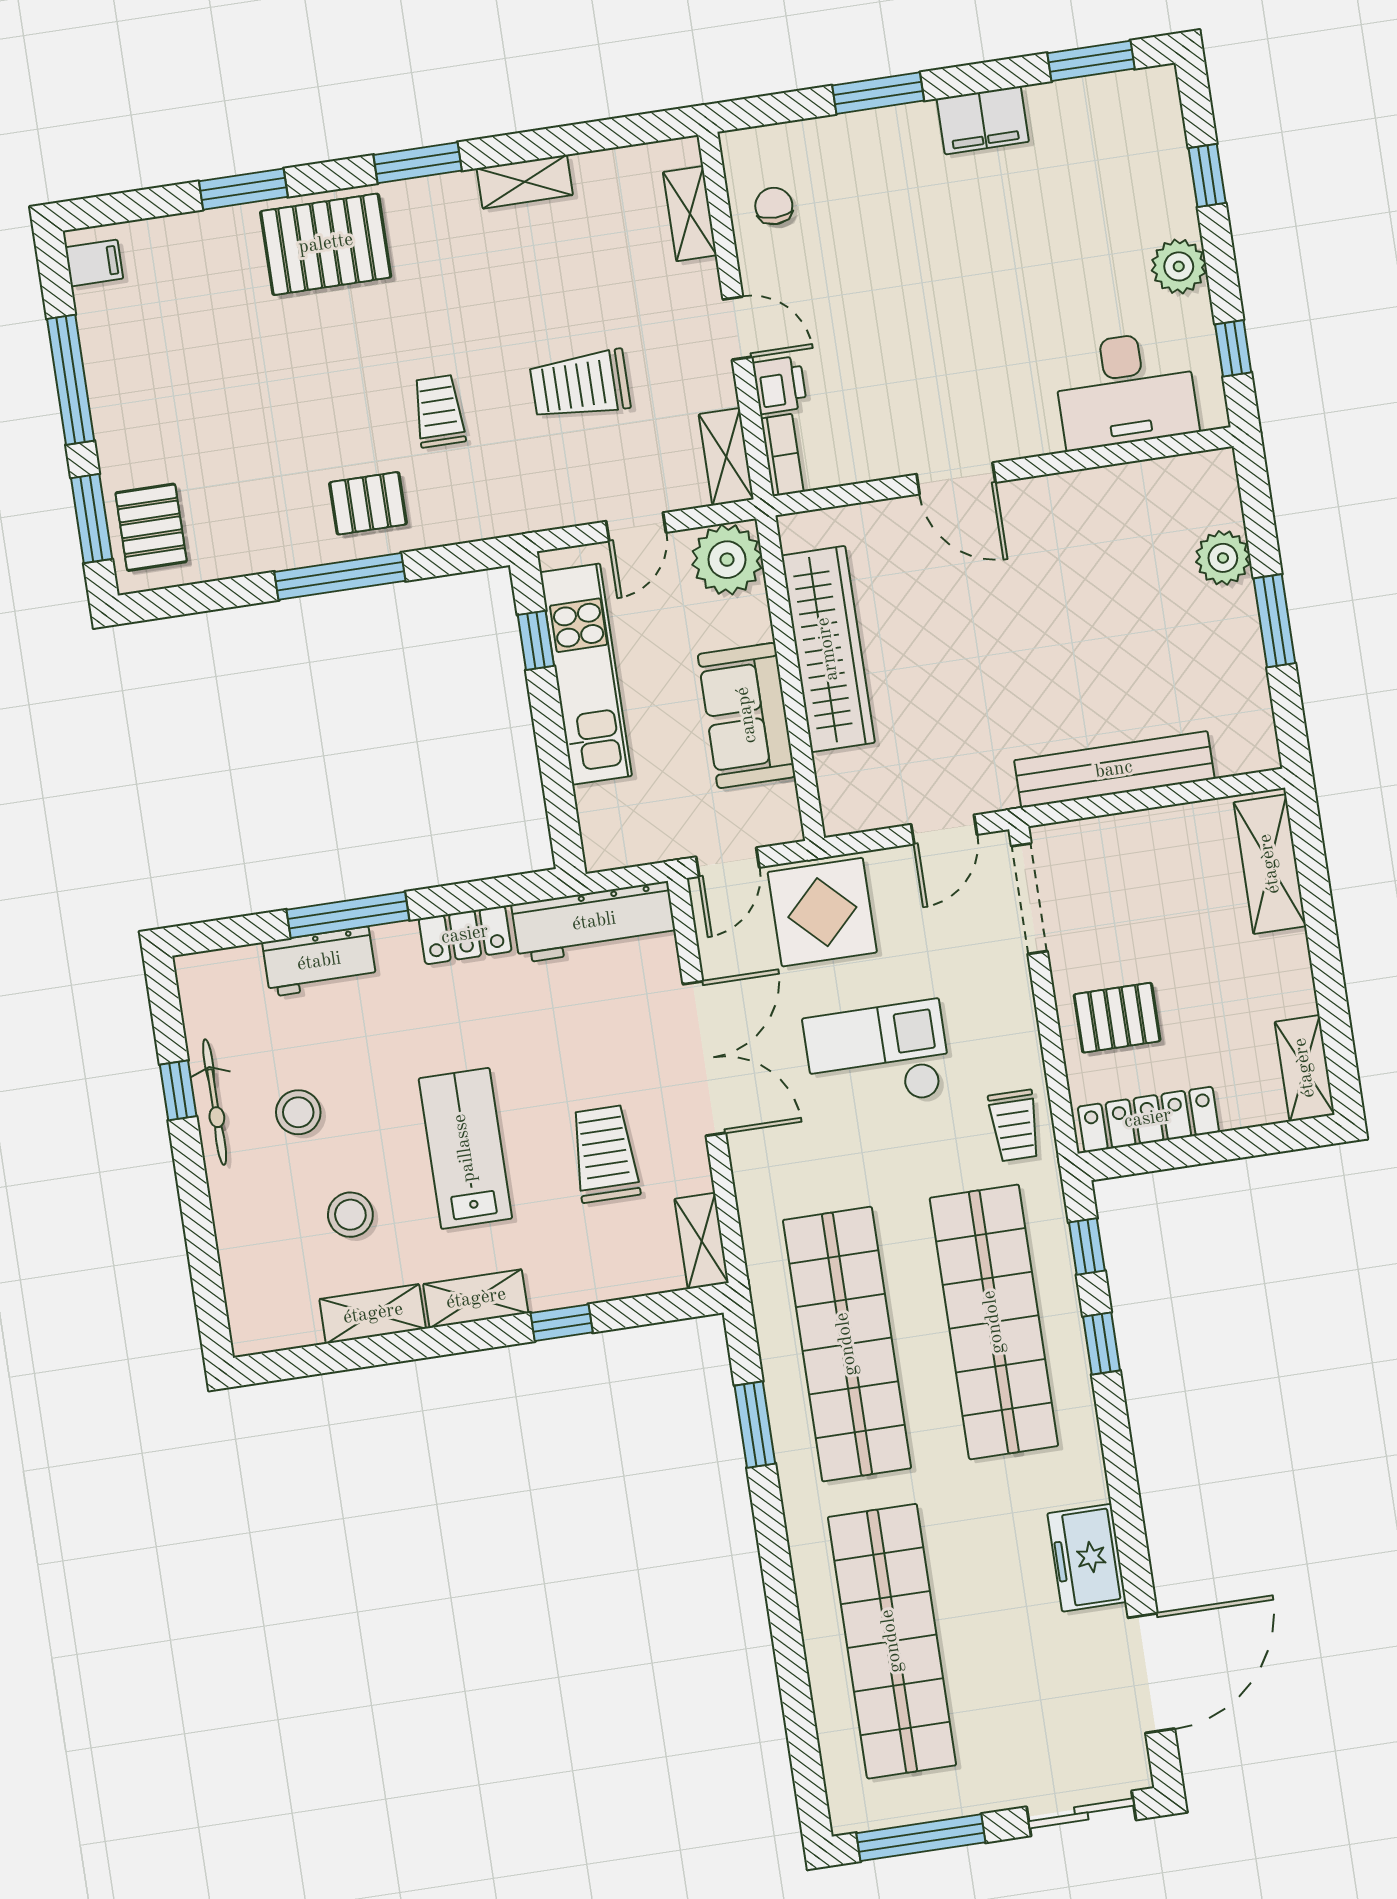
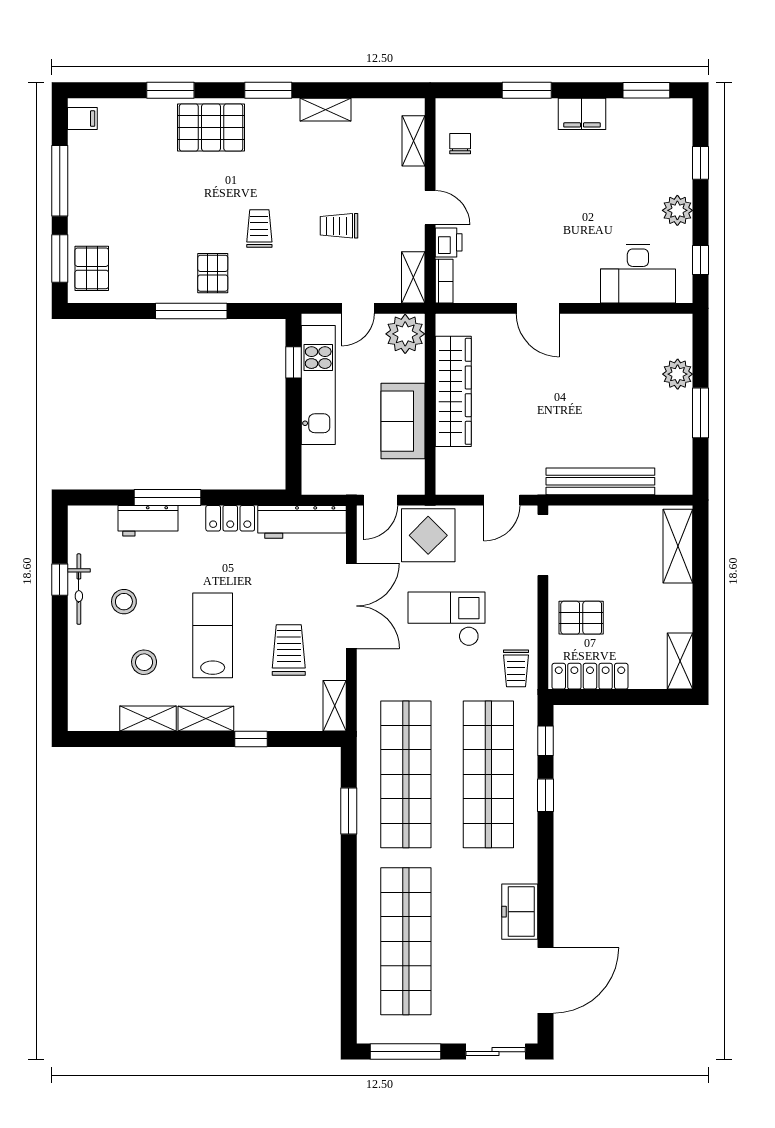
trolley: (580, 385) -> (339, 226), width x0.73, depth x0.72
pallet: (368, 503) -> (213, 273), turned 90

